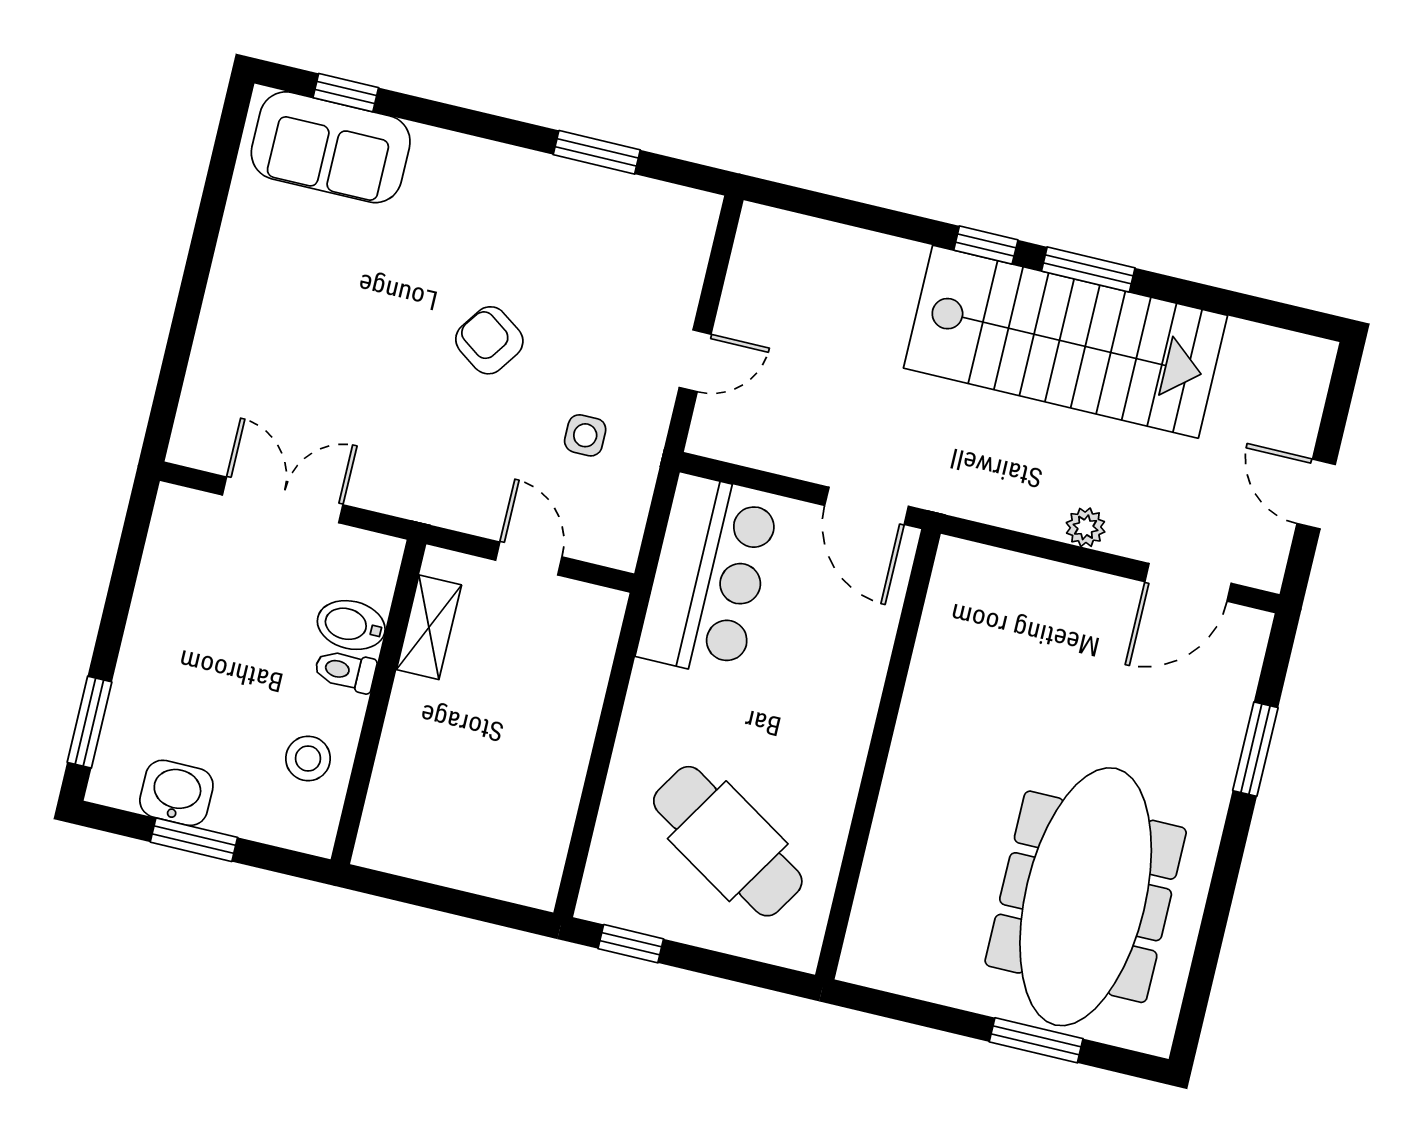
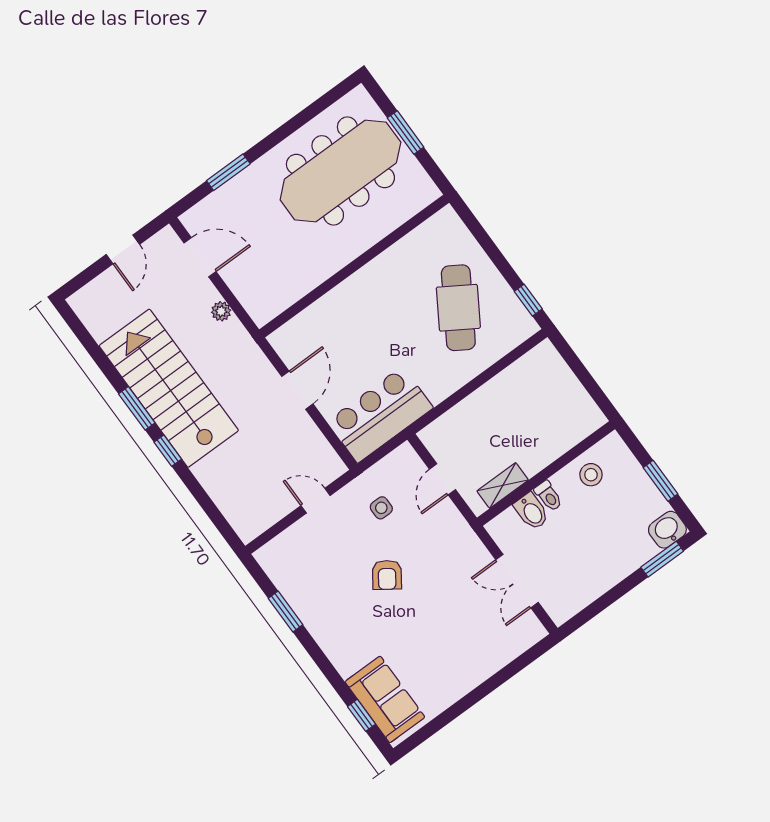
wall: (878, 754) -> (354, 266), moved
washbasin: (176, 793) -> (667, 530), moved, turned 90

